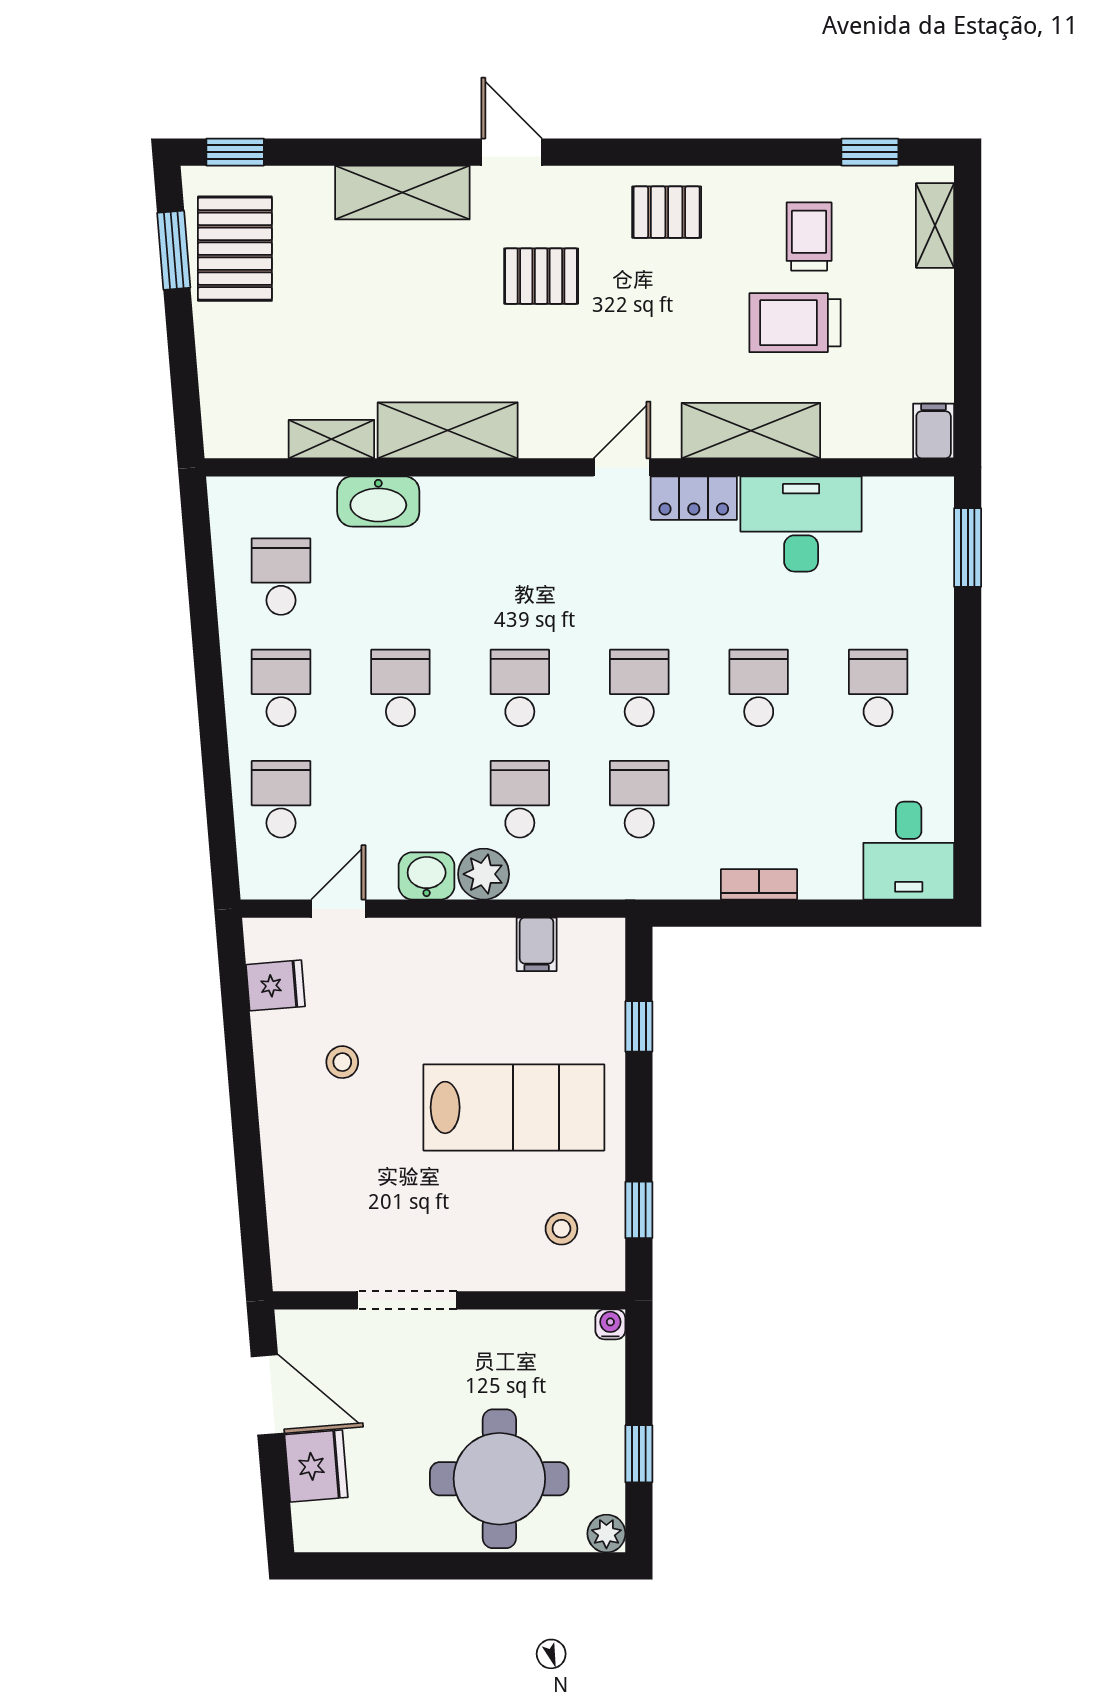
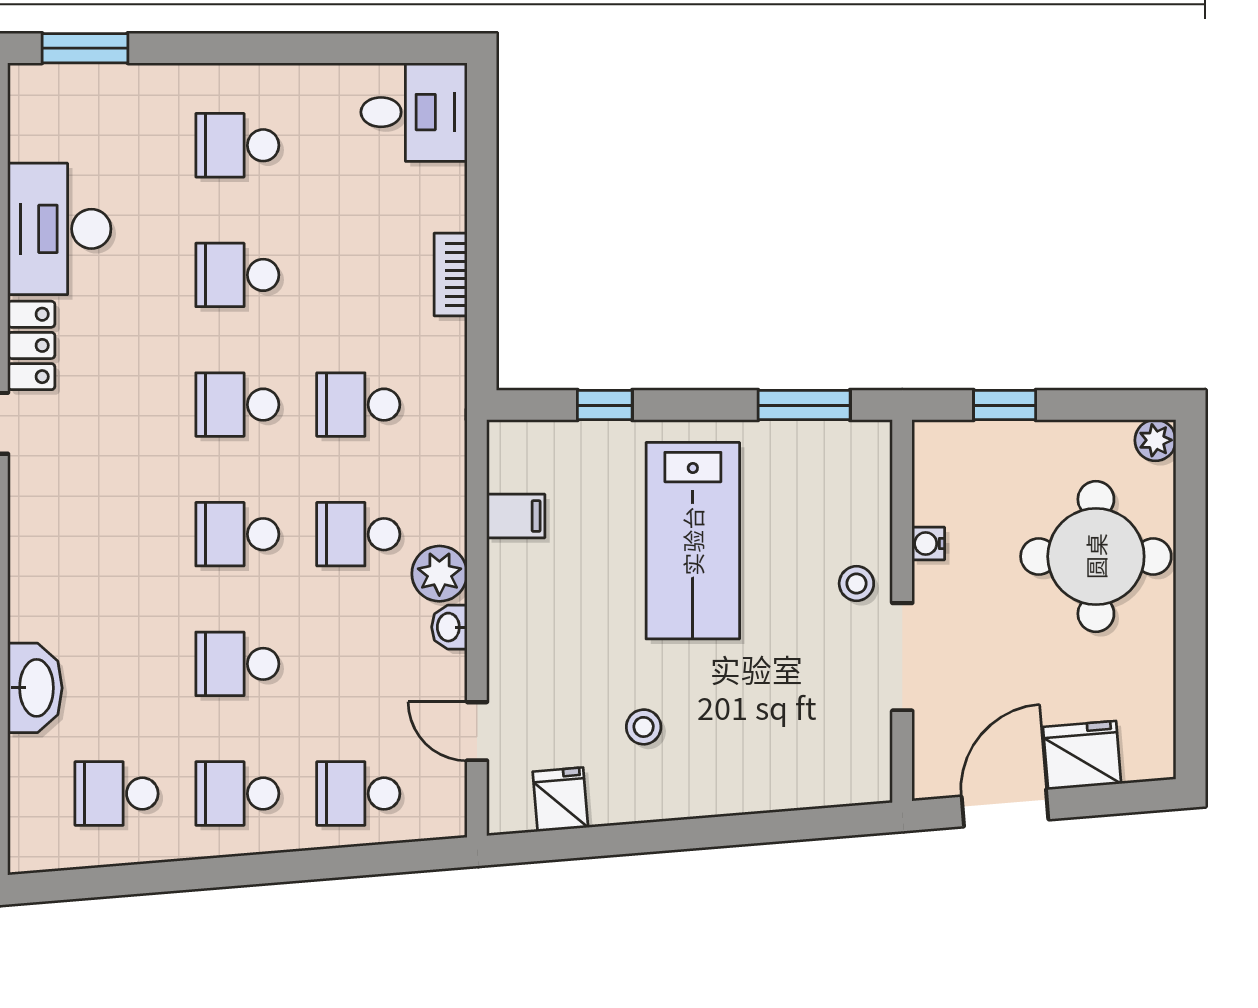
washbasin: (427, 876) -> (449, 627), width x0.72, depth x0.69
lab bench: (514, 1107) -> (693, 541), turned 180
window: (639, 1210) -> (804, 405), width x1.50
stool: (561, 1229) -> (856, 583), moved
water cooler: (610, 1324) -> (928, 544), moved
window: (639, 1454) -> (1005, 405), moved

